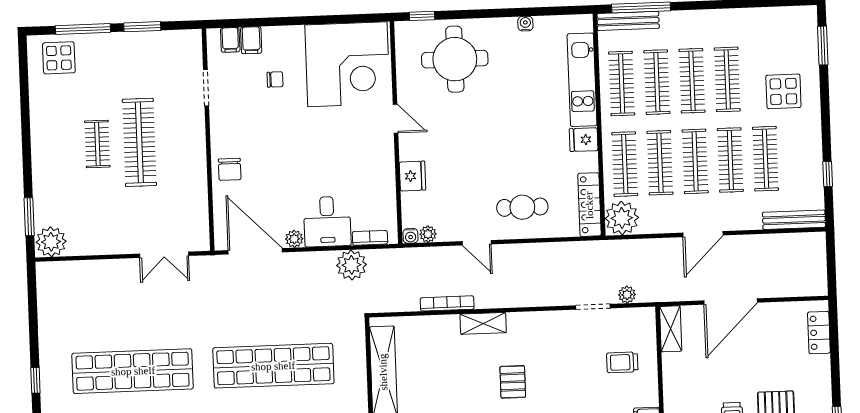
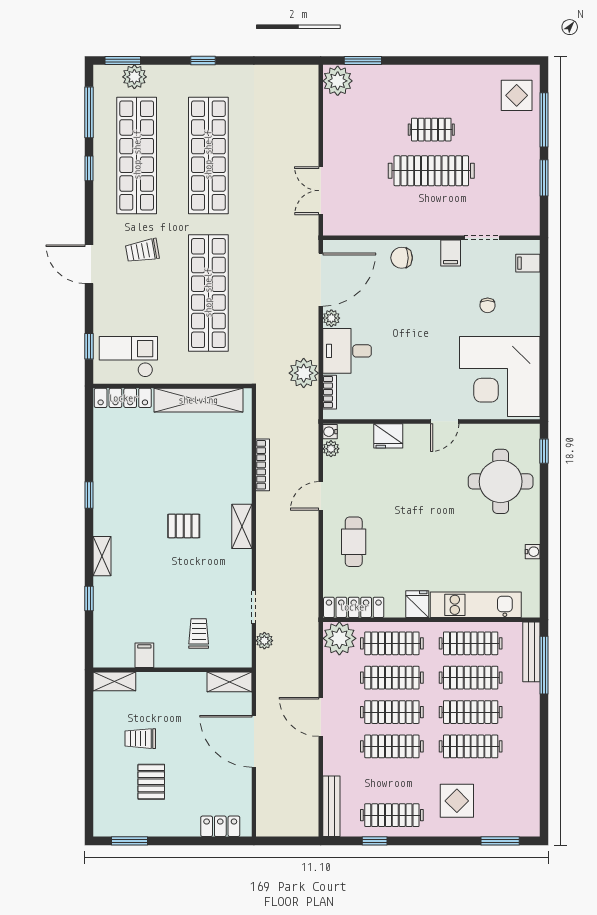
filing cabinet: (251, 40) -> (451, 253), moved, turned -90
clothes rail: (766, 159) -> (392, 815), moved
shelving: (483, 323) -> (242, 526), moved

